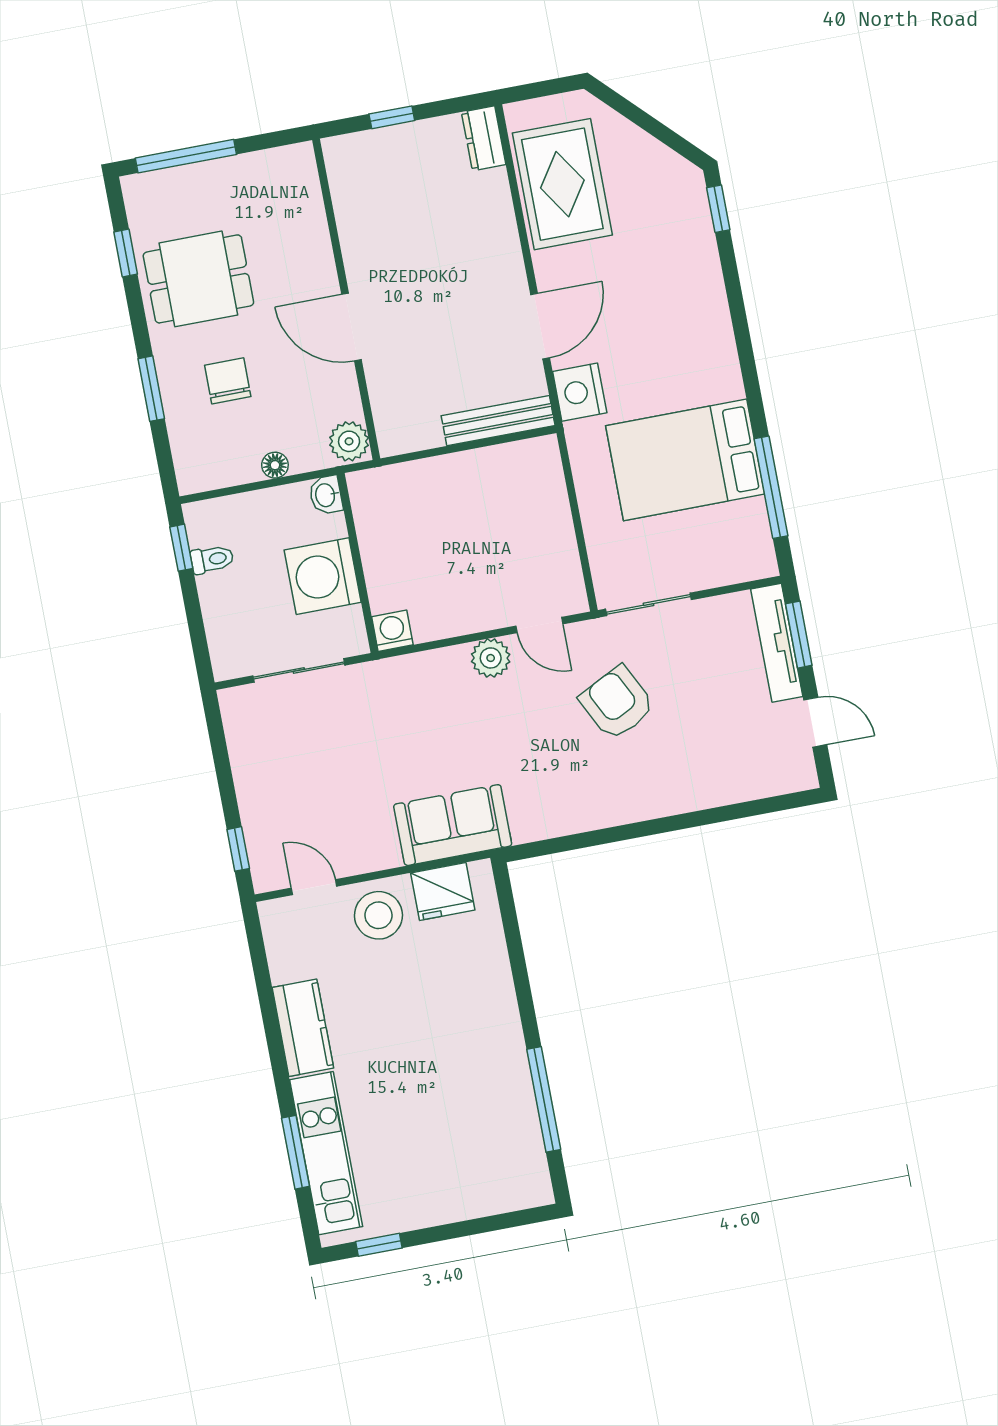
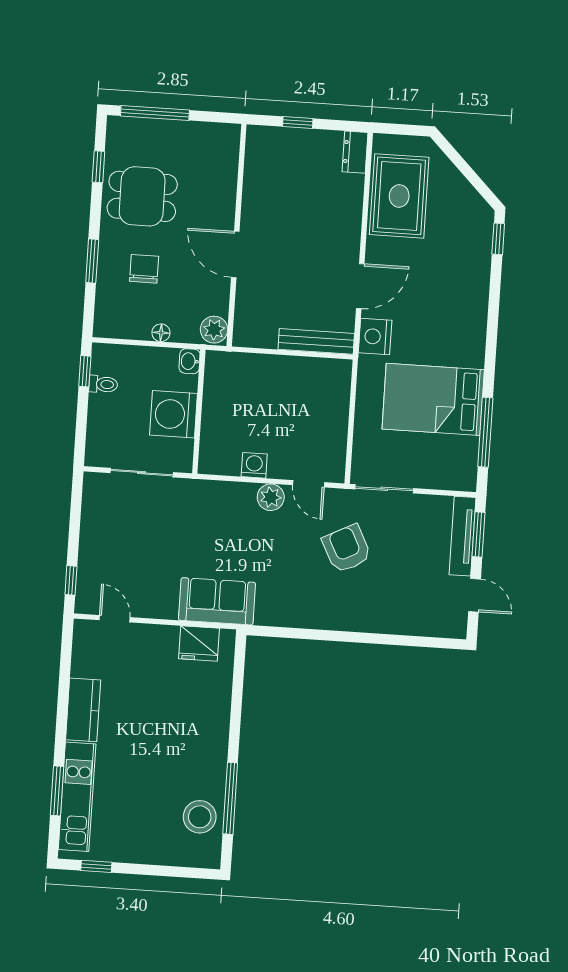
washing machine: (392, 631) -> (254, 465), moved
stool: (378, 915) -> (200, 817), moved

